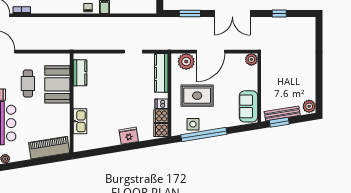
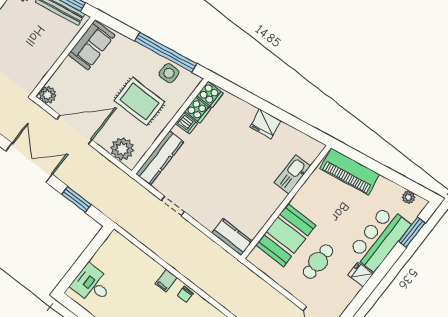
door: (210, 52) -> (74, 130), moved
kitchen counter: (80, 73) -> (232, 237), moved, turned 90
fridge: (129, 136) -> (265, 124), moved

